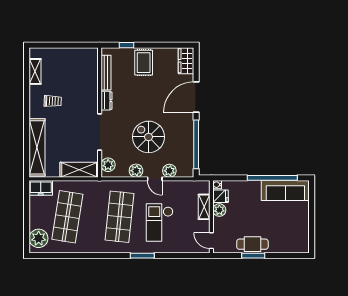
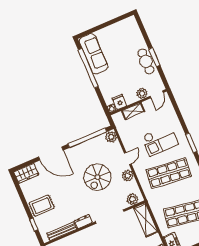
plant: (169, 171) -> (111, 137), moved
plant: (219, 210) -> (142, 93), moved

